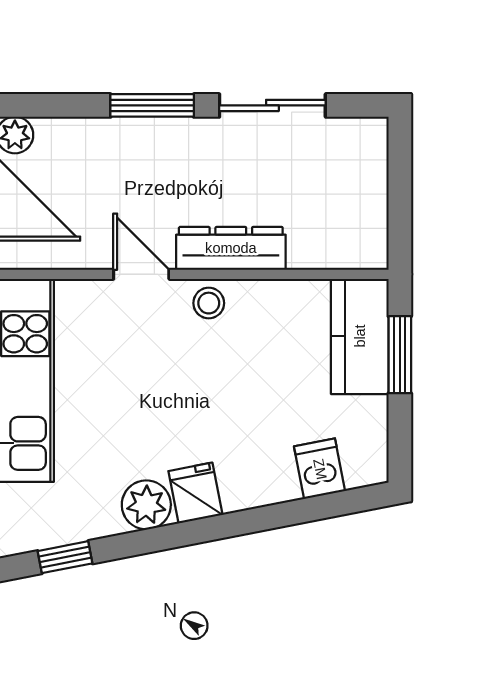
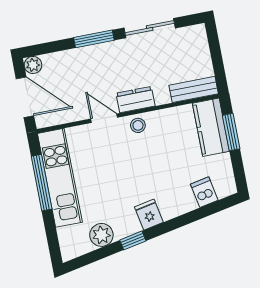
dresser: (231, 248) -> (136, 100), width x0.70
bench: (339, 251) -> (194, 89), added
plant: (146, 505) -> (101, 235), moved
window: (65, 557) -> (133, 240), moved

